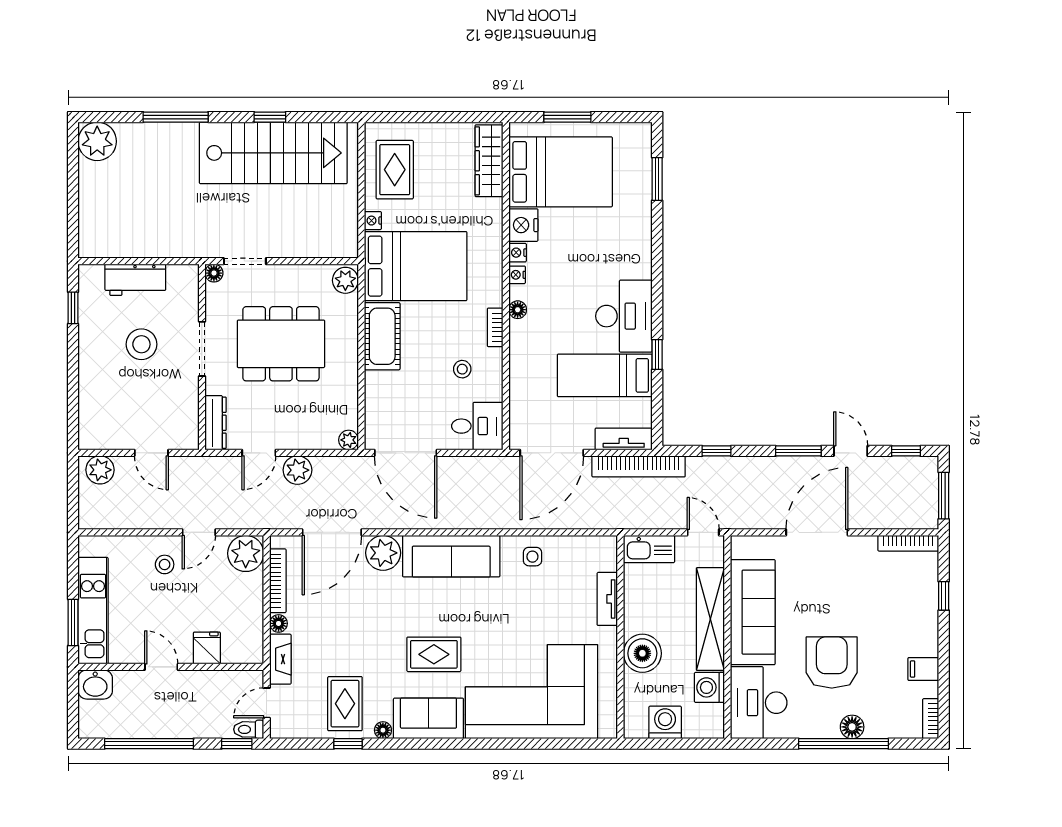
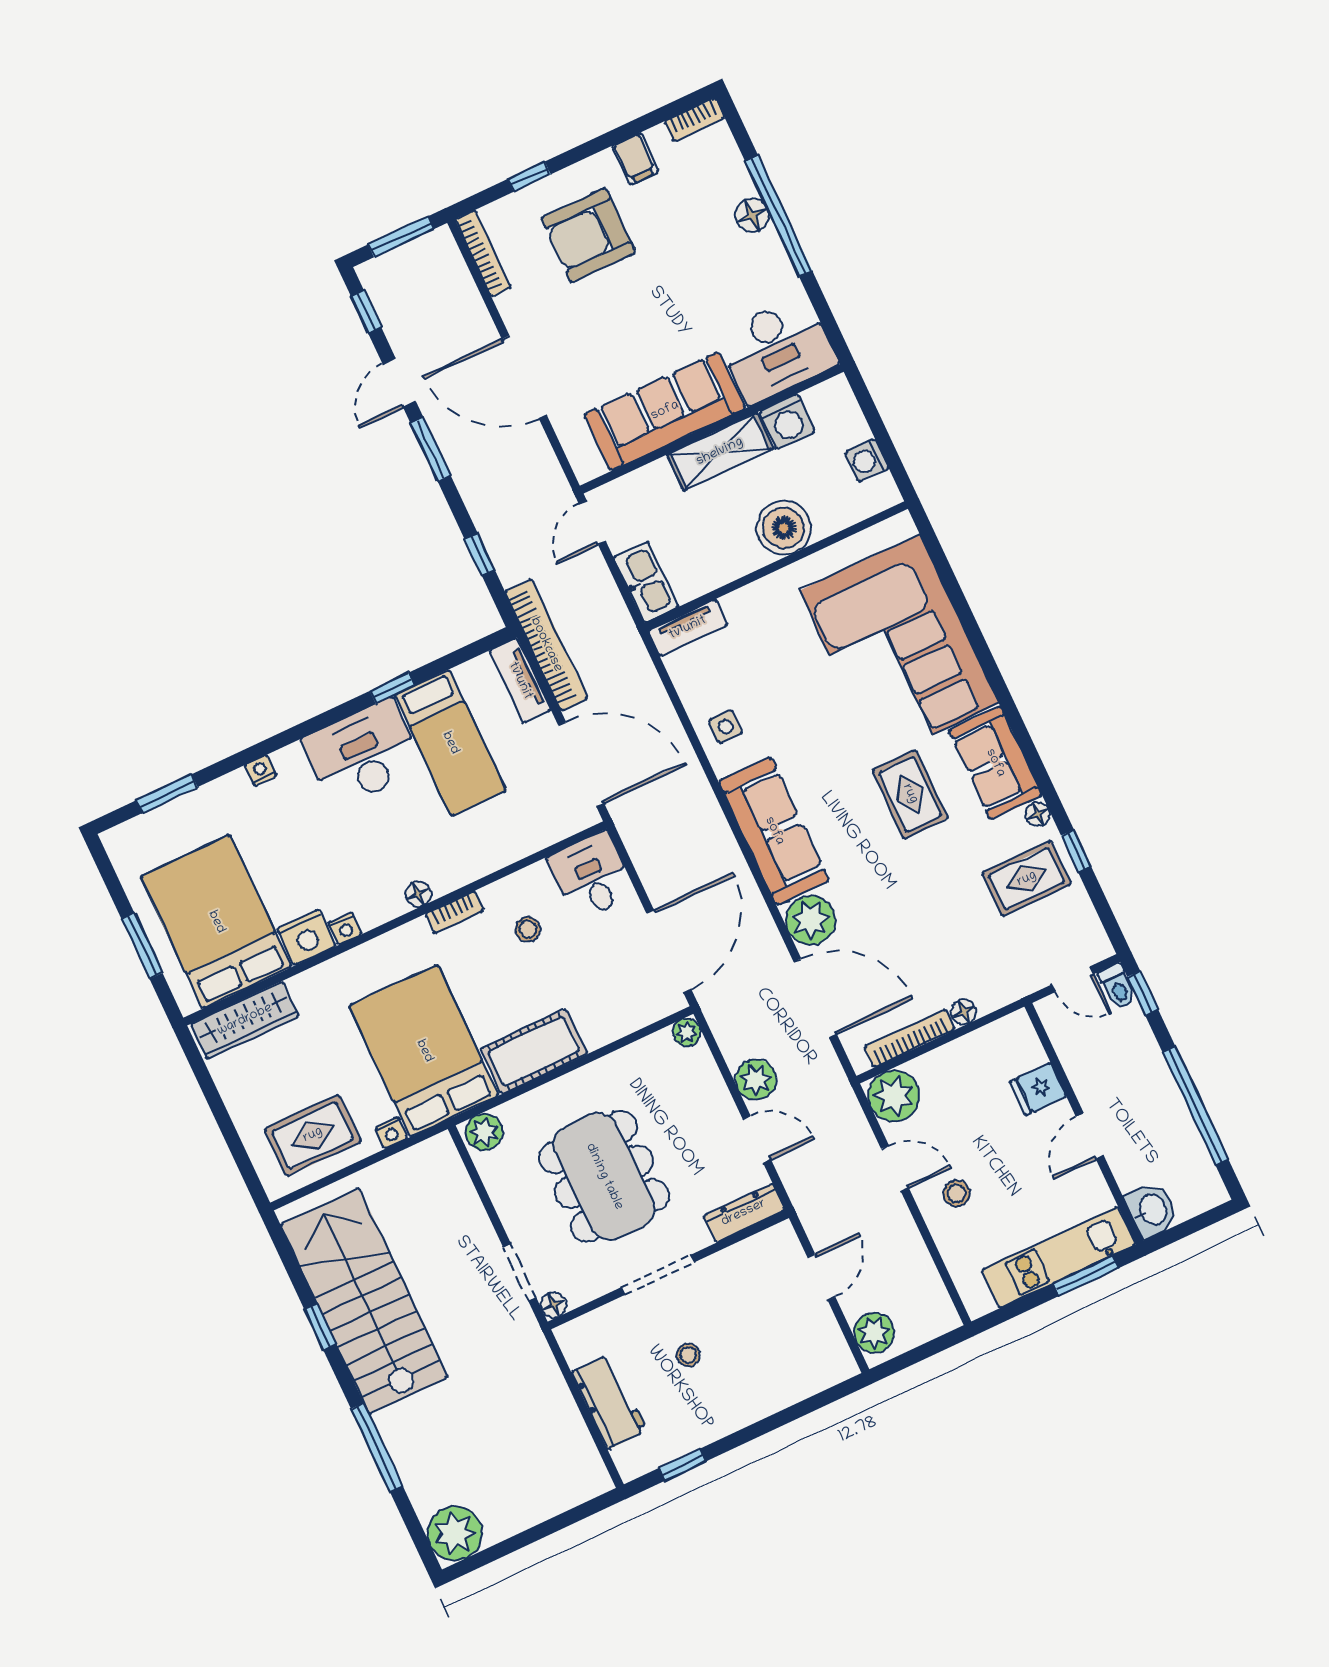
nightstand: (517, 275) -> (261, 771), moved, turned 180
stool: (141, 344) -> (688, 1355), width x0.53, depth x0.53
tv unit: (607, 599) -> (688, 628), moved
shelving: (710, 619) -> (720, 452), width x0.68
fireplace: (280, 659) -> (1008, 988), removed
armchair: (832, 662) -> (588, 235), moved
washing machine: (665, 722) -> (867, 460), width x0.73, depth x0.73

